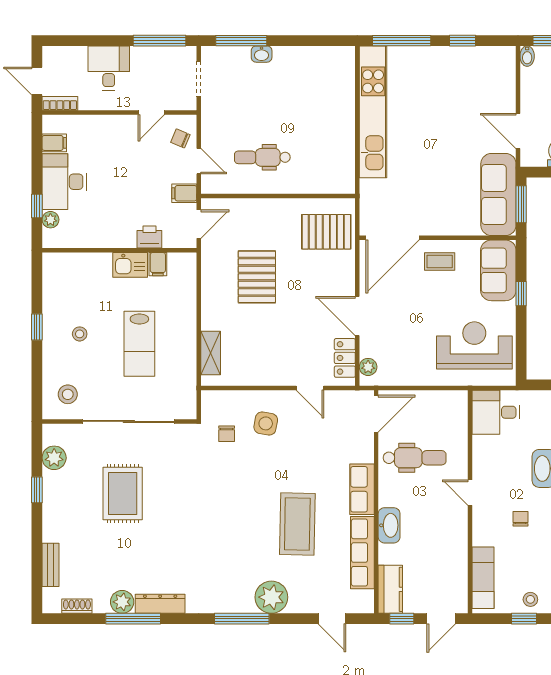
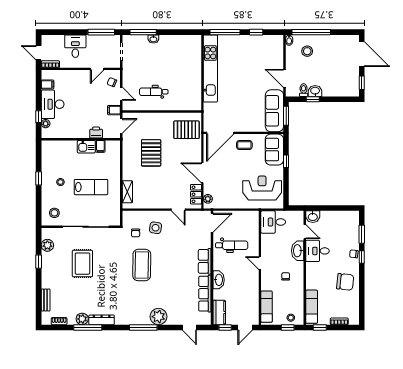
lab bench: (139, 344) -> (91, 187), turned -90
coffee table: (297, 524) -> (142, 265), moved

